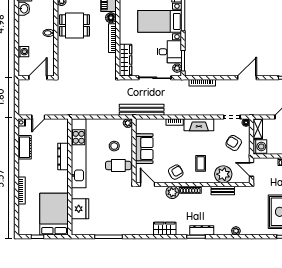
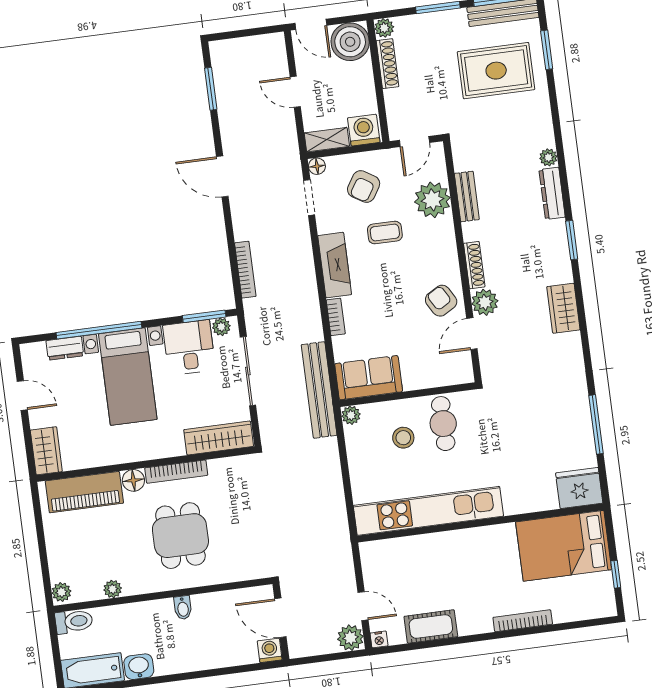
dining table: (75, 25) -> (180, 536), moved
washing machine: (23, 52) -> (270, 650), moved
plant: (24, 109) -> (350, 638), added
sofa: (144, 149) -> (369, 378), moved
dresser: (63, 157) -> (440, 543), removed
coffee table: (201, 163) -> (385, 232), moved
door: (147, 184) -> (472, 334), moved
fridge: (80, 209) -> (579, 488), moved
dresser: (202, 230) -> (552, 193), moved

